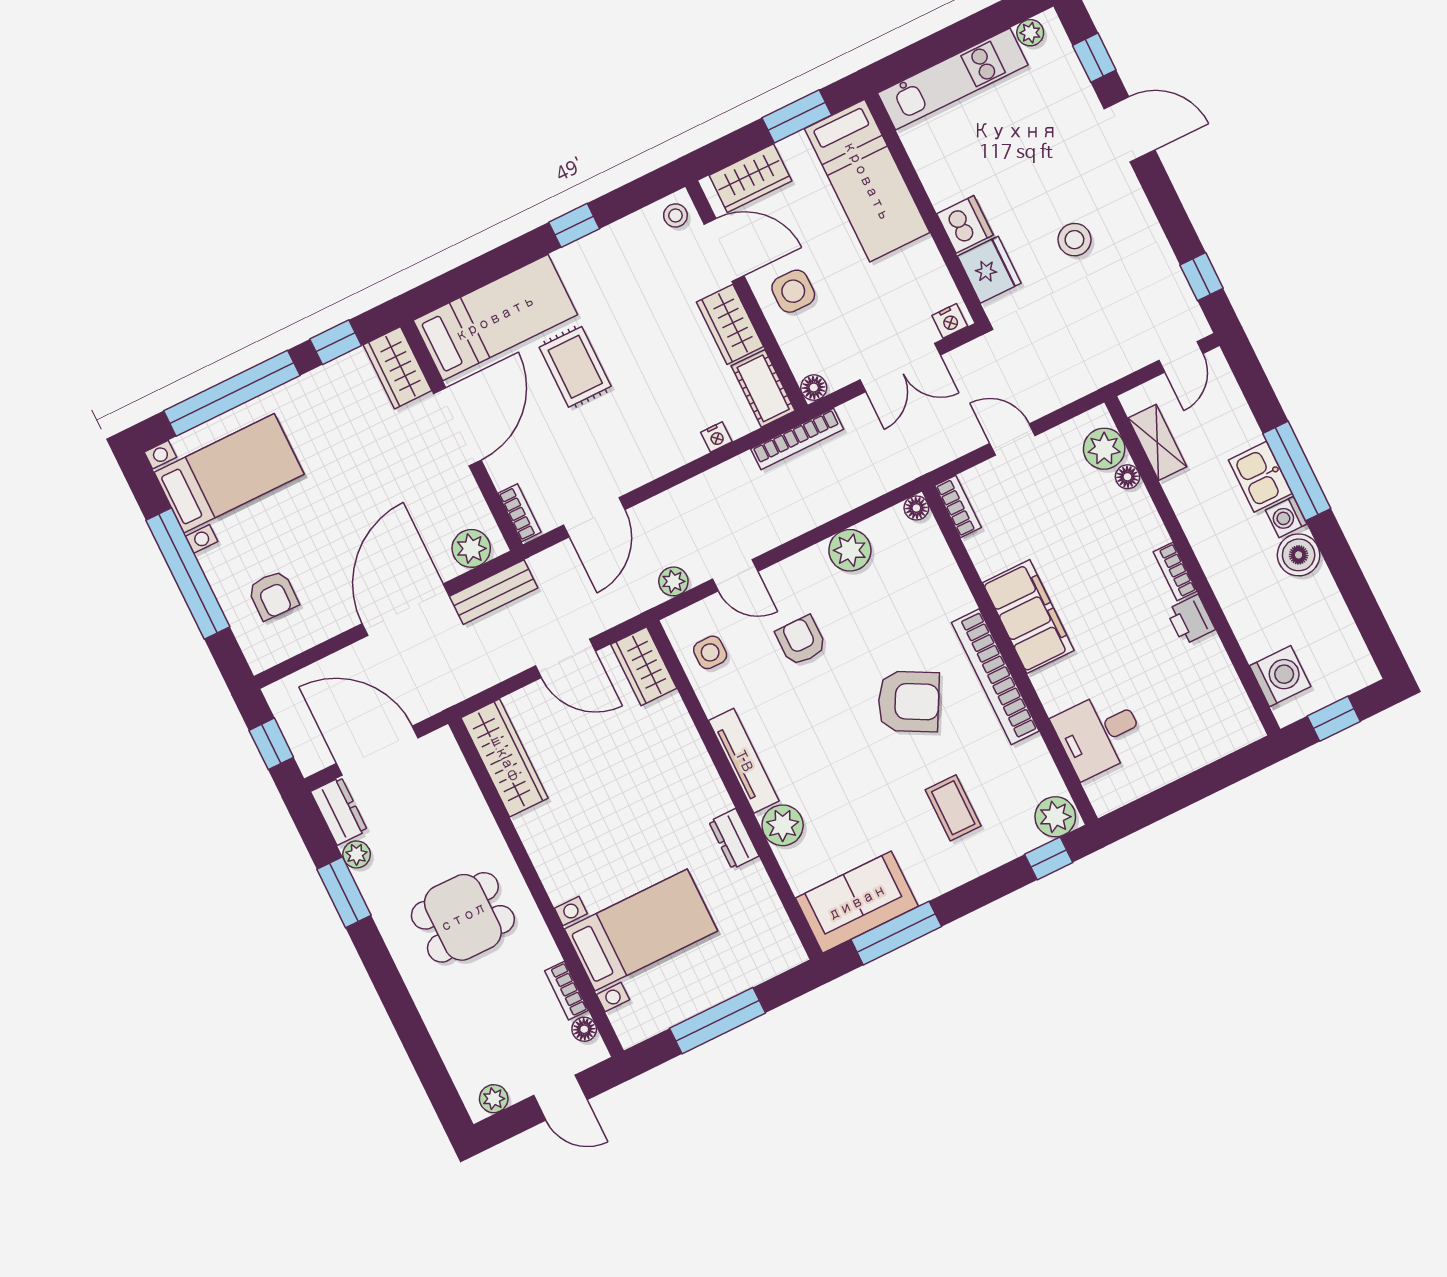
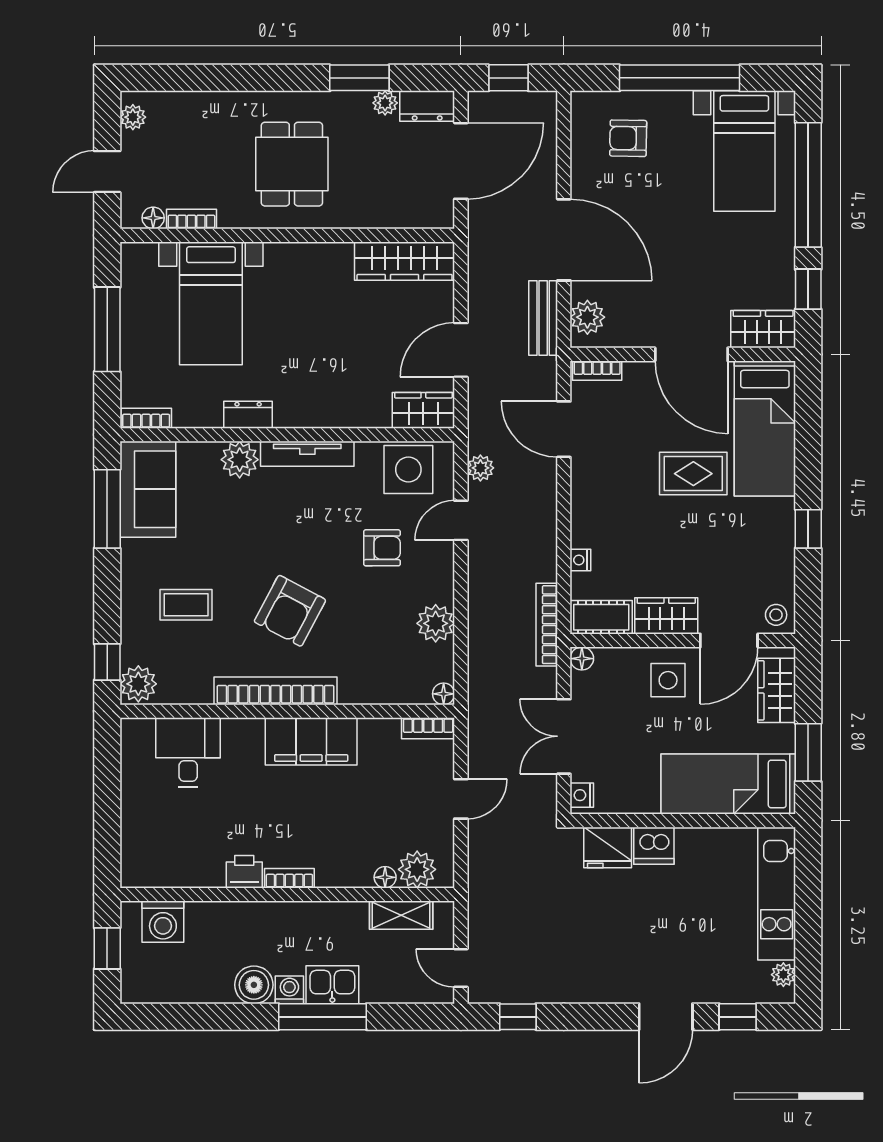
stool: (1074, 240) -> (598, 928), removed
side table: (710, 652) -> (408, 469), width x1.87, depth x1.87
bookcase: (787, 938) -> (146, 418), added

